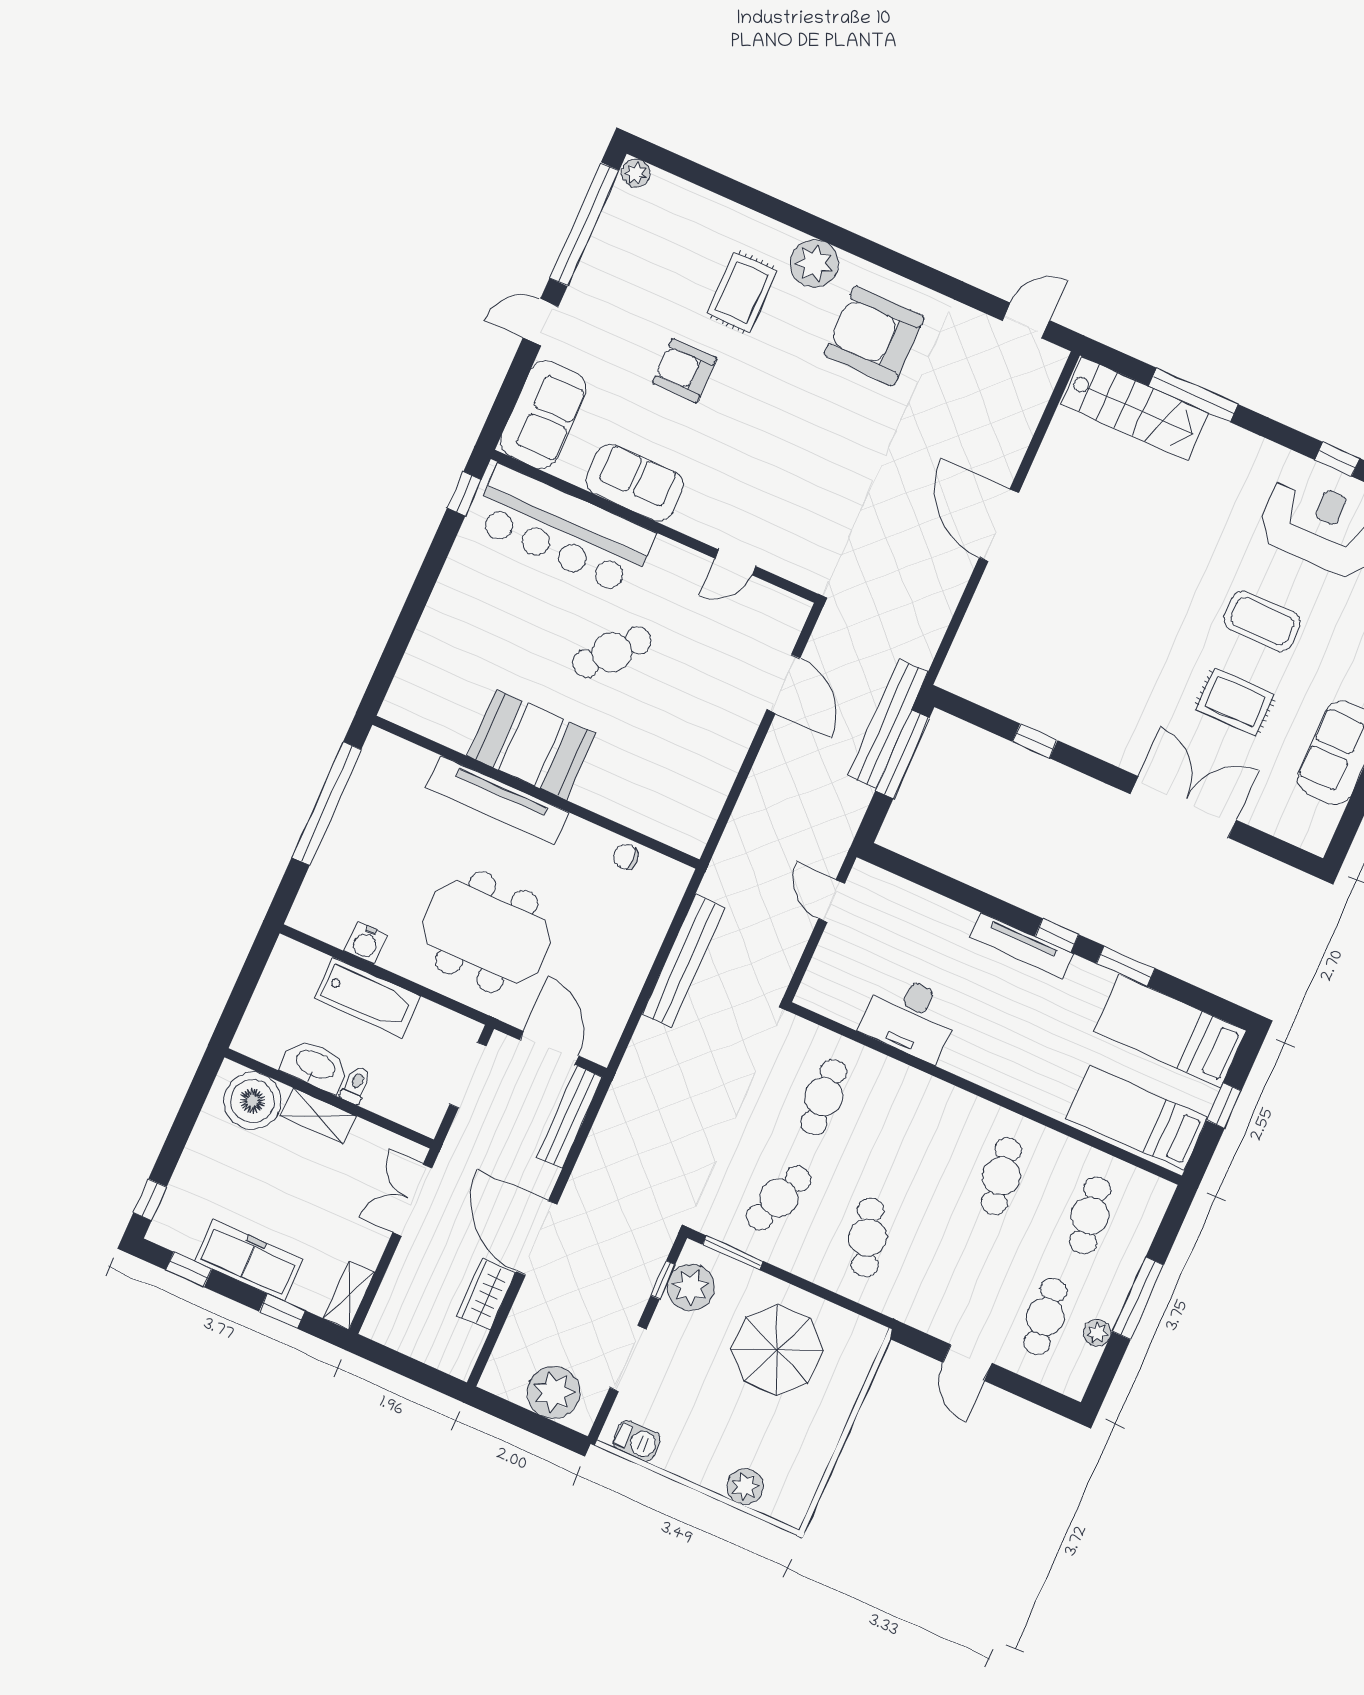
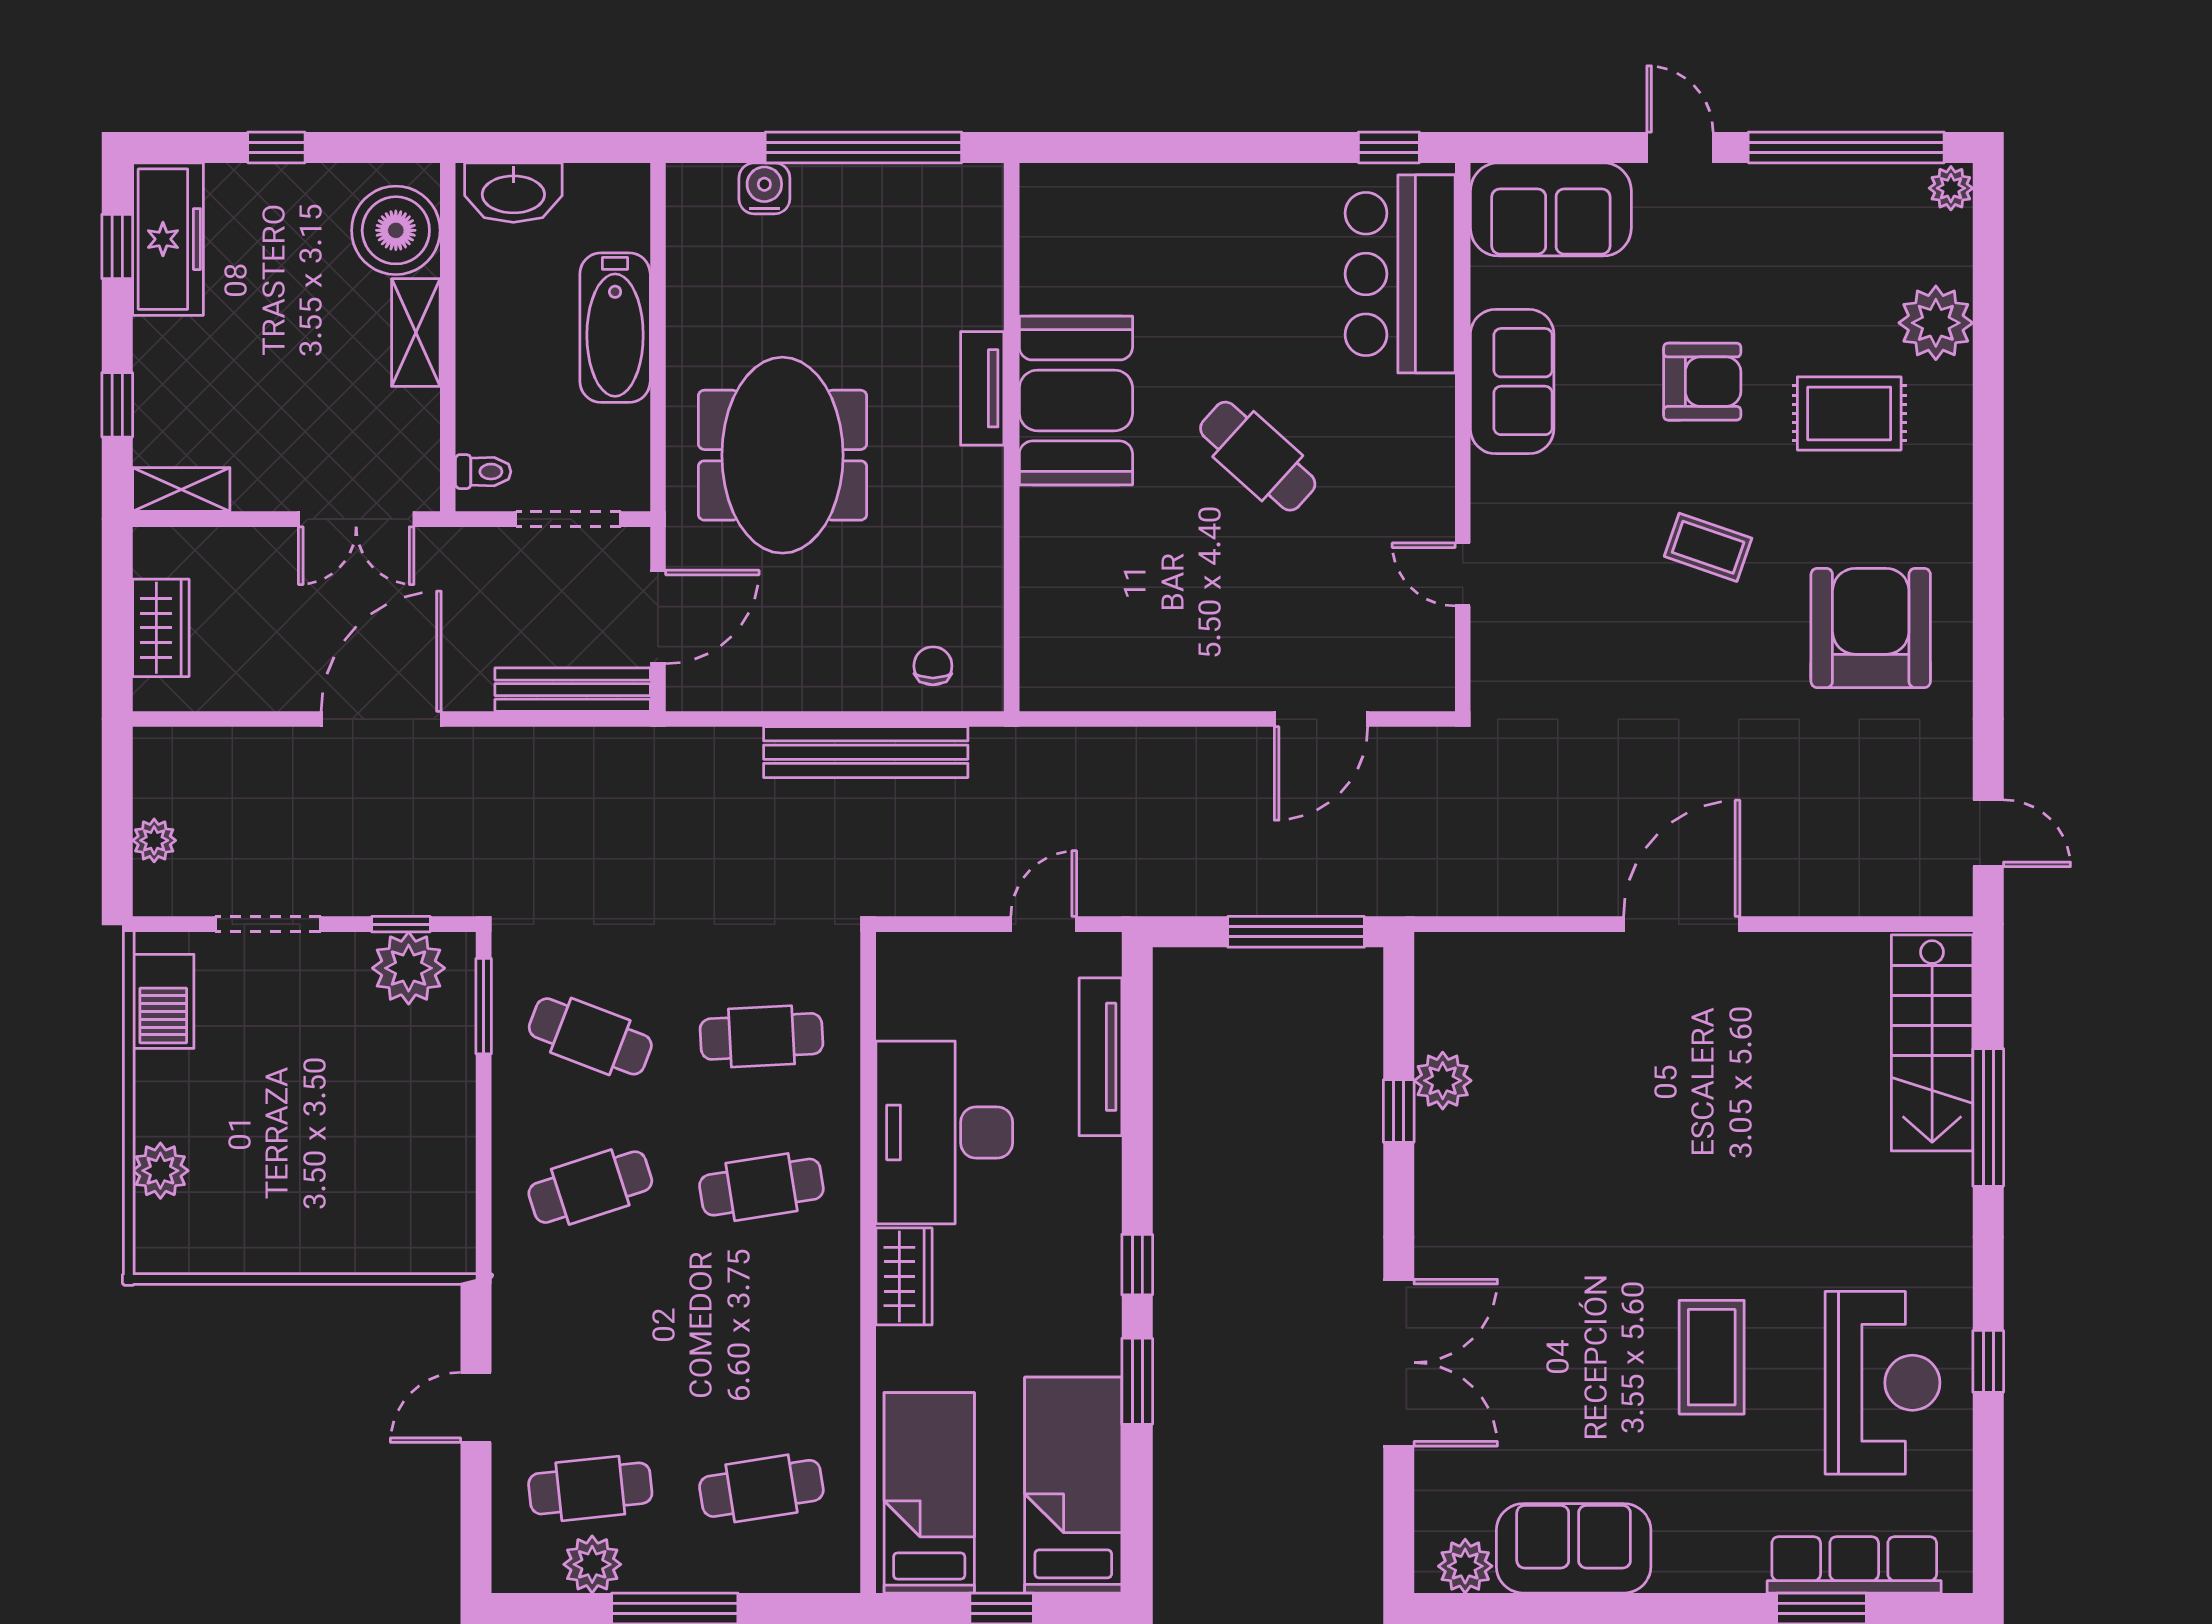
plant: (814, 263) -> (1936, 323), moved
armchair: (685, 371) -> (1702, 382), turned 90
coffee table: (784, 411) -> (1708, 547), added
bar counter: (563, 530) -> (1400, 274), width x0.73
rug: (1235, 702) -> (1580, 1370), removed
plant: (1029, 707) -> (1443, 1081), added
bench: (888, 724) -> (1330, 892), removed
tv unit: (498, 800) -> (982, 388), width x0.52, depth x0.78
plant: (1321, 821) -> (1465, 1566), added
chair: (626, 857) -> (933, 666), moved
water cooler: (366, 943) -> (764, 188), moved, turned 90
tv unit: (1021, 946) -> (1100, 1057), moved
desk: (910, 1017) -> (944, 1132), width x1.36, depth x1.30
washbasin: (315, 1066) -> (513, 193), moved, turned 90
wardrobe: (1003, 1076) -> (904, 1276), added
toilet: (356, 1085) -> (483, 472), moved
cafe table: (1001, 1176) -> (761, 1187), moved
window: (150, 1200) -> (276, 147), moved
double door: (412, 1200) -> (356, 519), swing flipped
freezer: (248, 1260) -> (168, 239), moved
wardrobe: (486, 1294) -> (161, 628), moved, turned 90
plant: (1097, 1333) -> (592, 1564), width x1.38, depth x1.38
parasol: (777, 1350) -> (374, 1130), removed
plant: (554, 1392) -> (154, 840), width x0.53, depth x0.53
barbecue: (637, 1441) -> (163, 1001), width x1.38, depth x1.27

